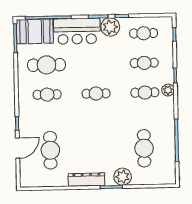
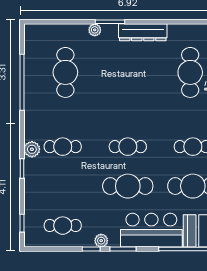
plant: (110, 27) -> (101, 241), width x0.53, depth x0.53
cafe table: (144, 63) -> (128, 186), moved, width x1.37, depth x1.35
plant: (123, 177) -> (95, 30), width x0.53, depth x0.53

